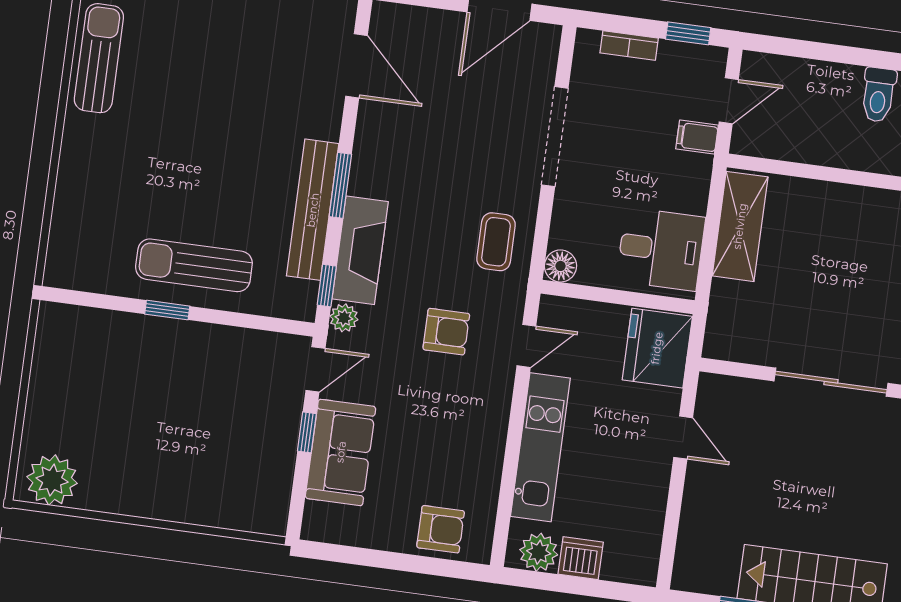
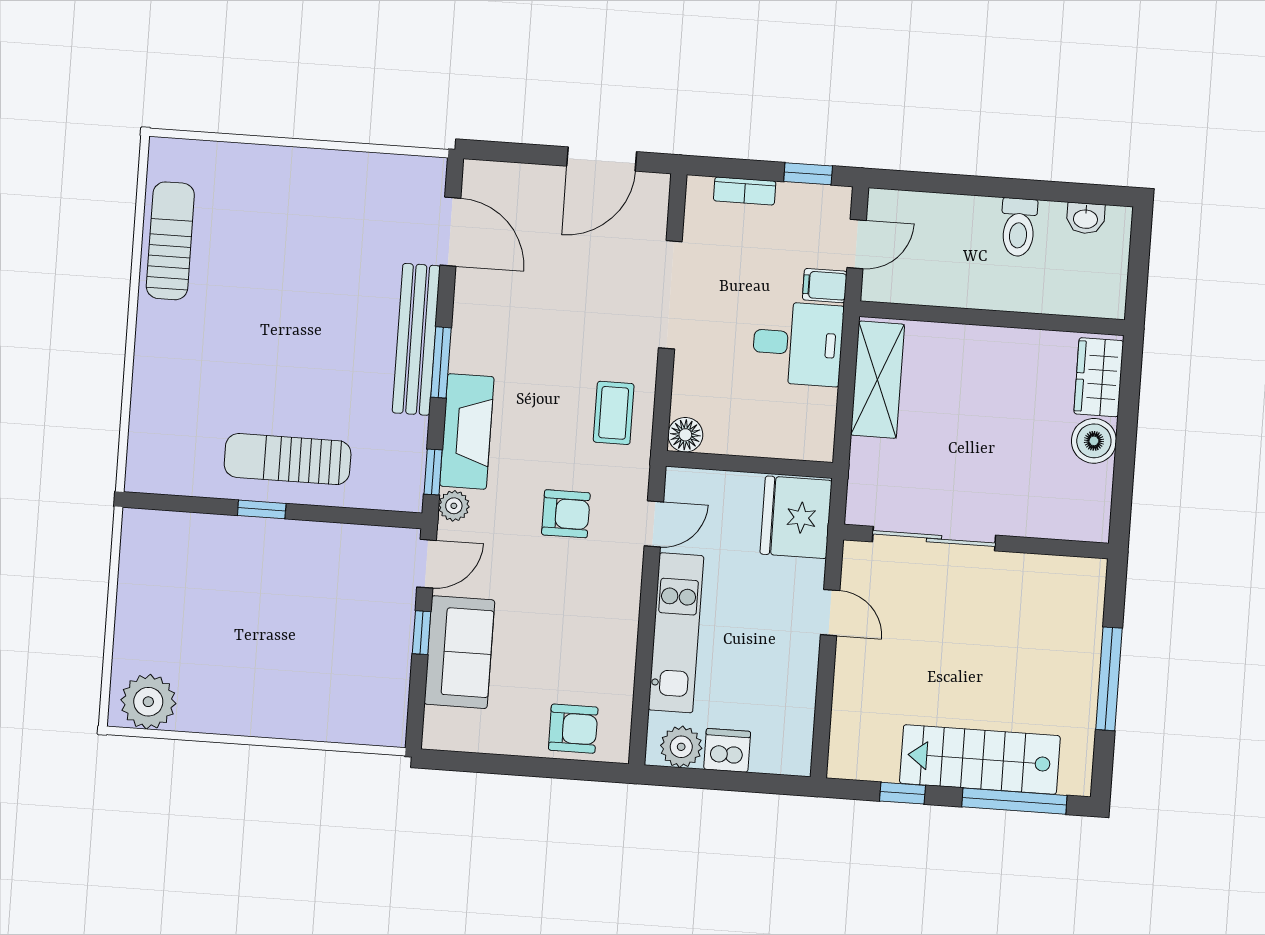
bench: (313, 210) -> (416, 339), moved
desk: (661, 249) -> (798, 344), moved
sliding door: (831, 382) -> (934, 539), moved

